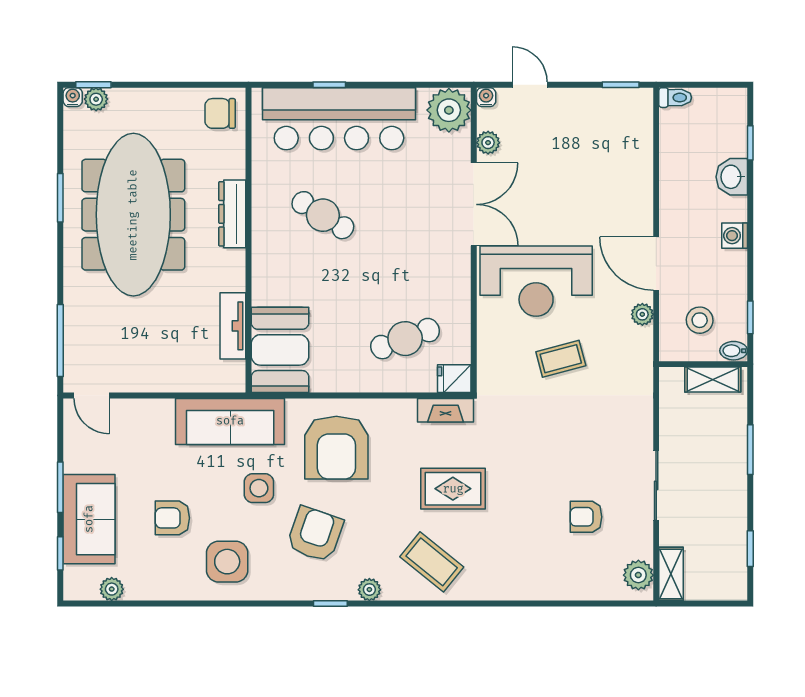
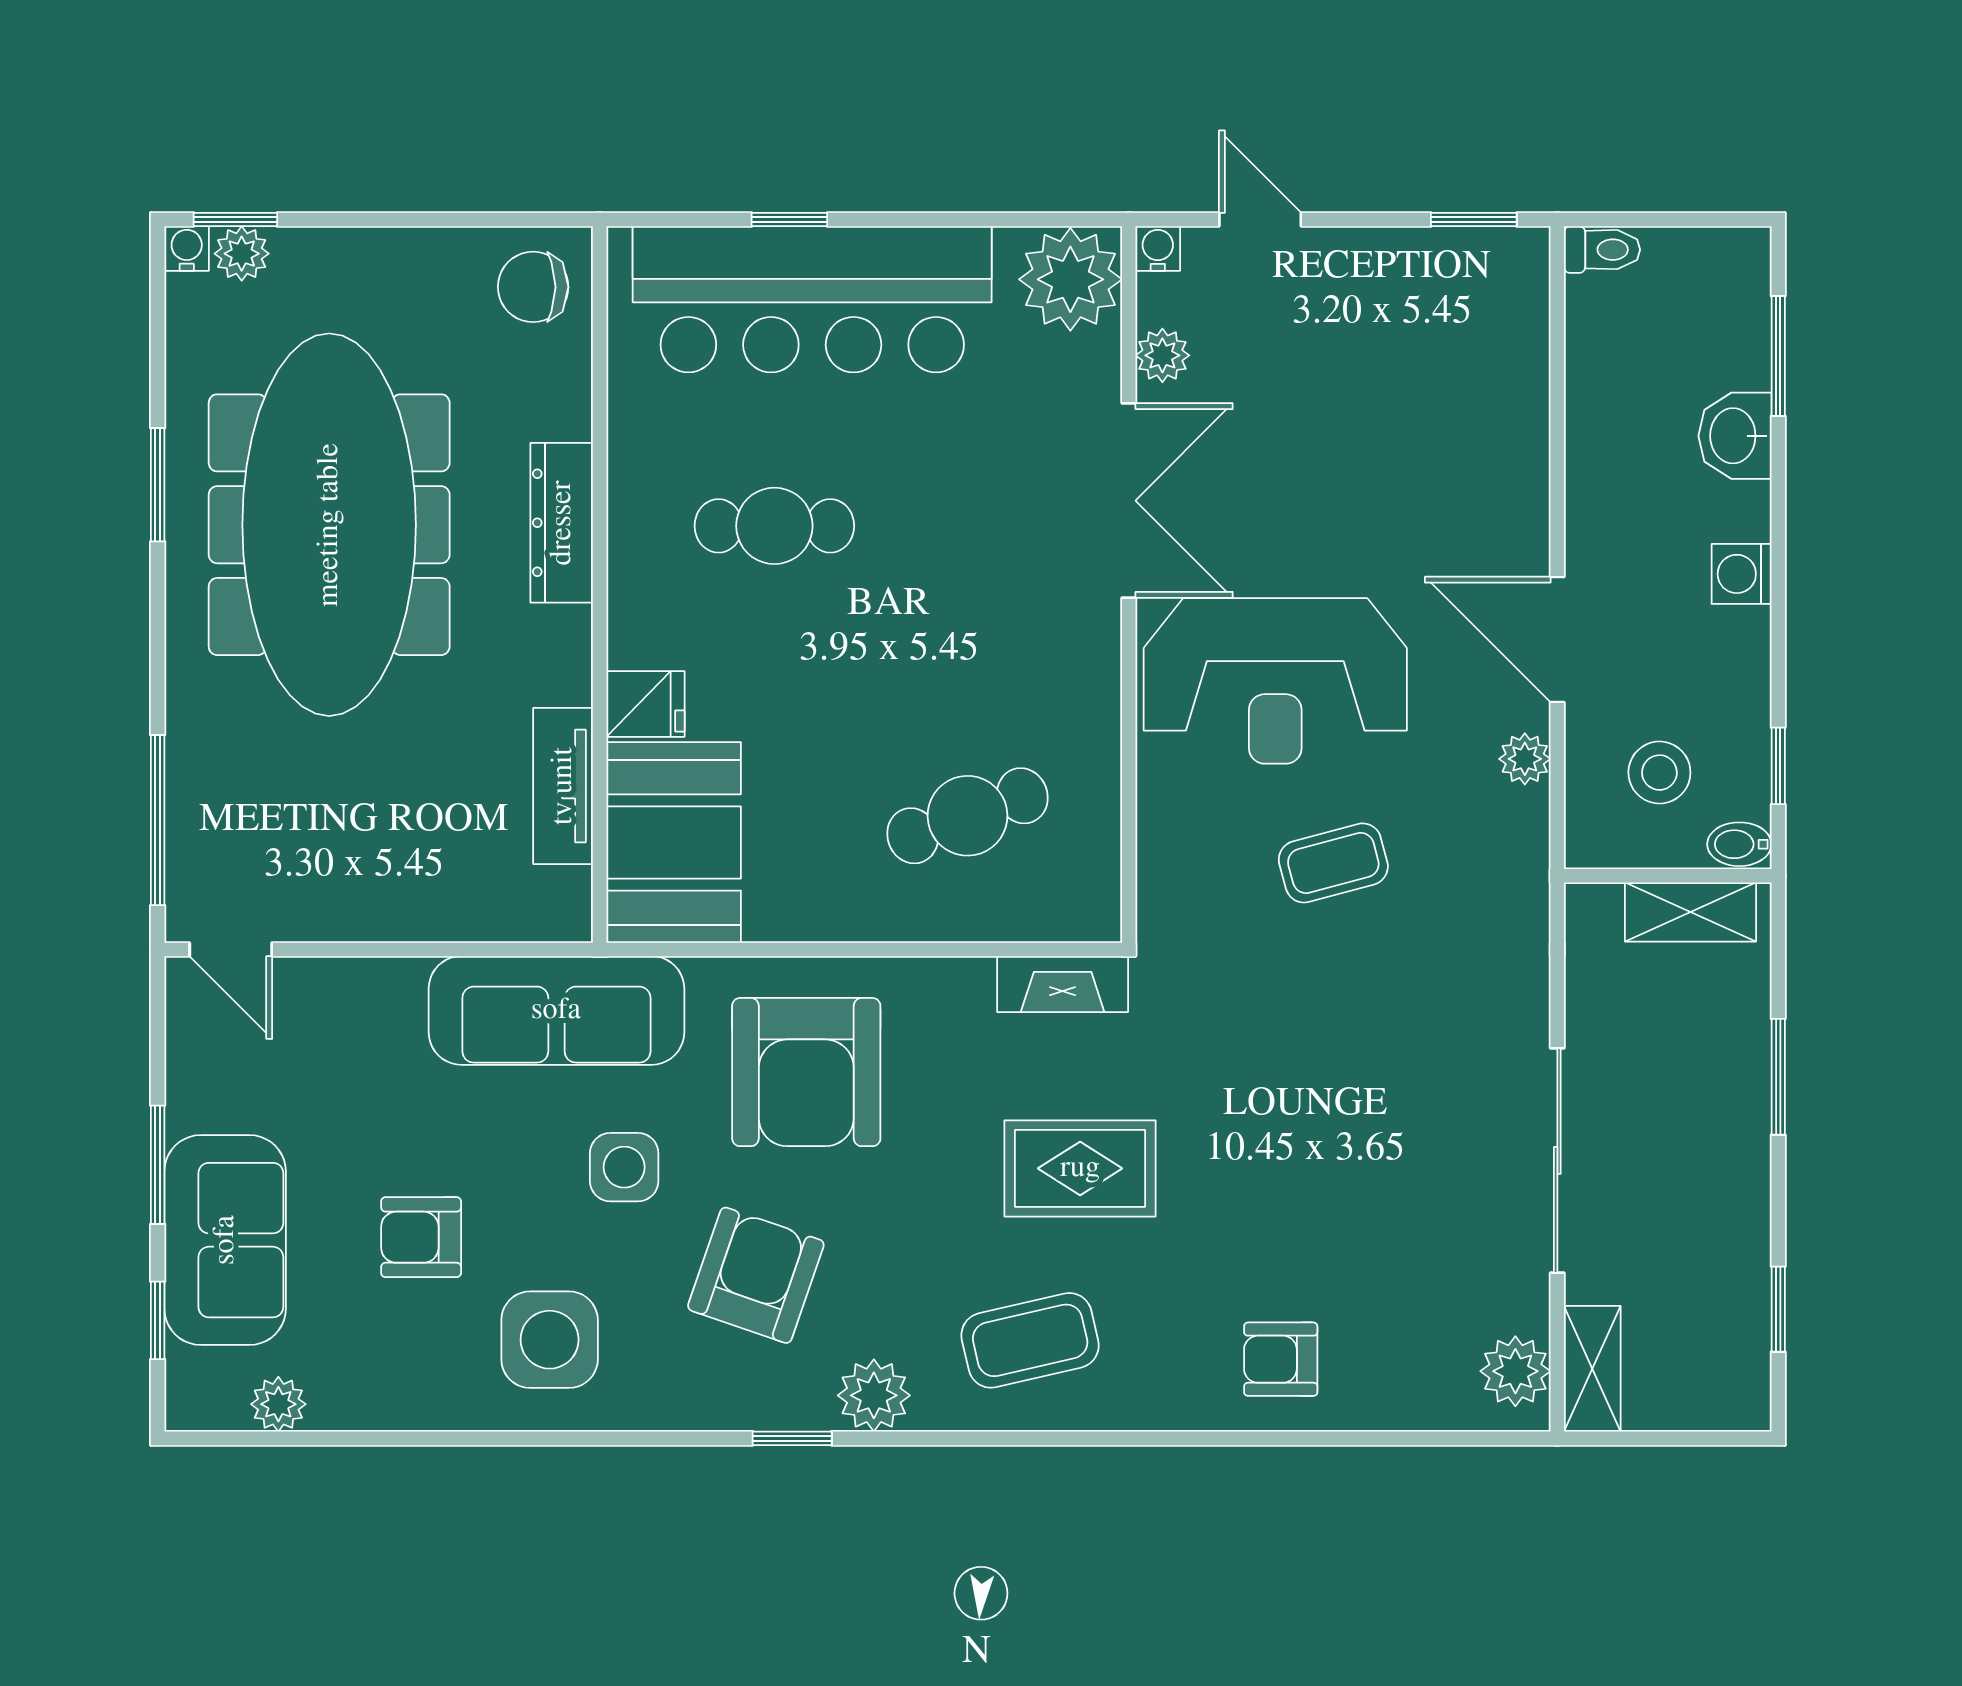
window: (750, 143) -> (1778, 356), width x1.50
cafe table: (323, 215) -> (774, 526), turned -32
fridge: (454, 379) -> (645, 704), moved, turned 180
sliding door: (656, 485) -> (1557, 1160), width x1.37
armchair: (586, 517) -> (1281, 1359), moved
coffee table: (432, 562) -> (1030, 1340), turned -52
plant: (369, 590) -> (874, 1395), width x1.38, depth x1.38

